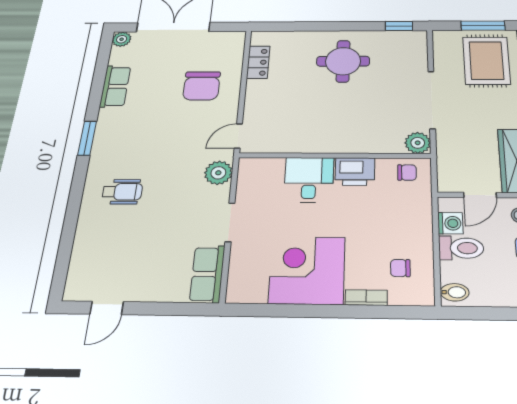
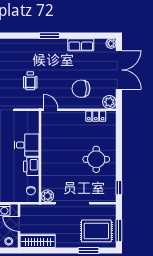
plant: (218, 173) -> (109, 102), moved
wheelchair: (122, 192) -> (30, 81), moved

